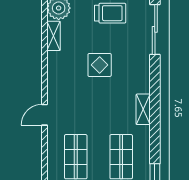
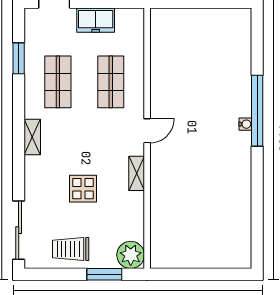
shelving: (54, 36) -> (137, 173), moved

